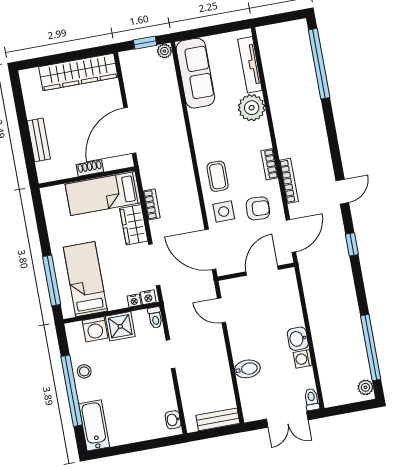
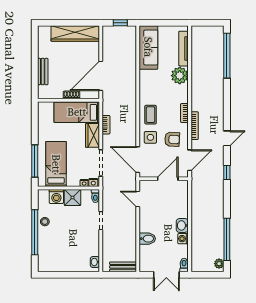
plant: (164, 51) -> (131, 30), removed
bathtub: (94, 425) -> (45, 257), removed

